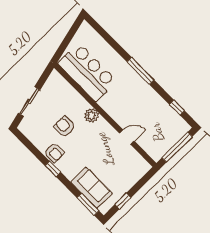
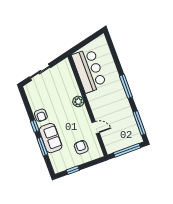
window: (177, 108) -> (139, 123), width x2.17
armchair: (65, 127) -> (81, 147), moved
sofa: (92, 188) -> (51, 138), moved
window: (88, 204) -> (42, 146), moved

